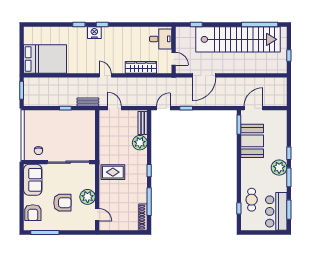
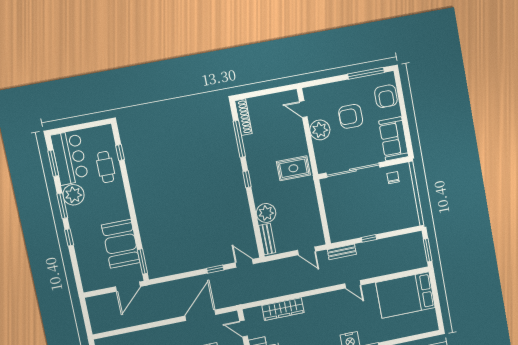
door: (105, 75) -> (353, 284), moved
door: (163, 108) -> (244, 263), swing flipped
plant: (279, 168) -> (73, 195), moved
armchair: (33, 213) -> (386, 96), turned 180

